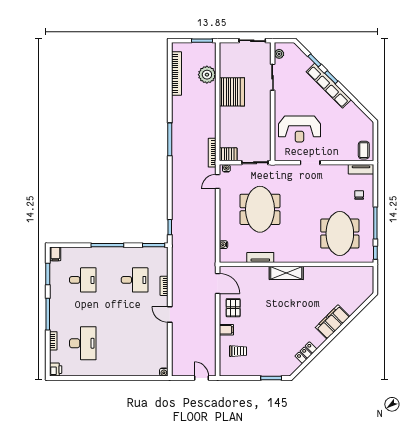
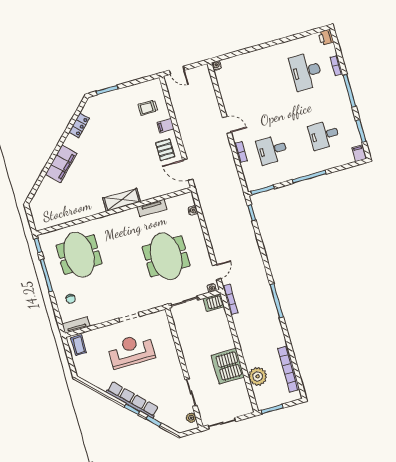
reception desk: (299, 129) -> (131, 351), moved

